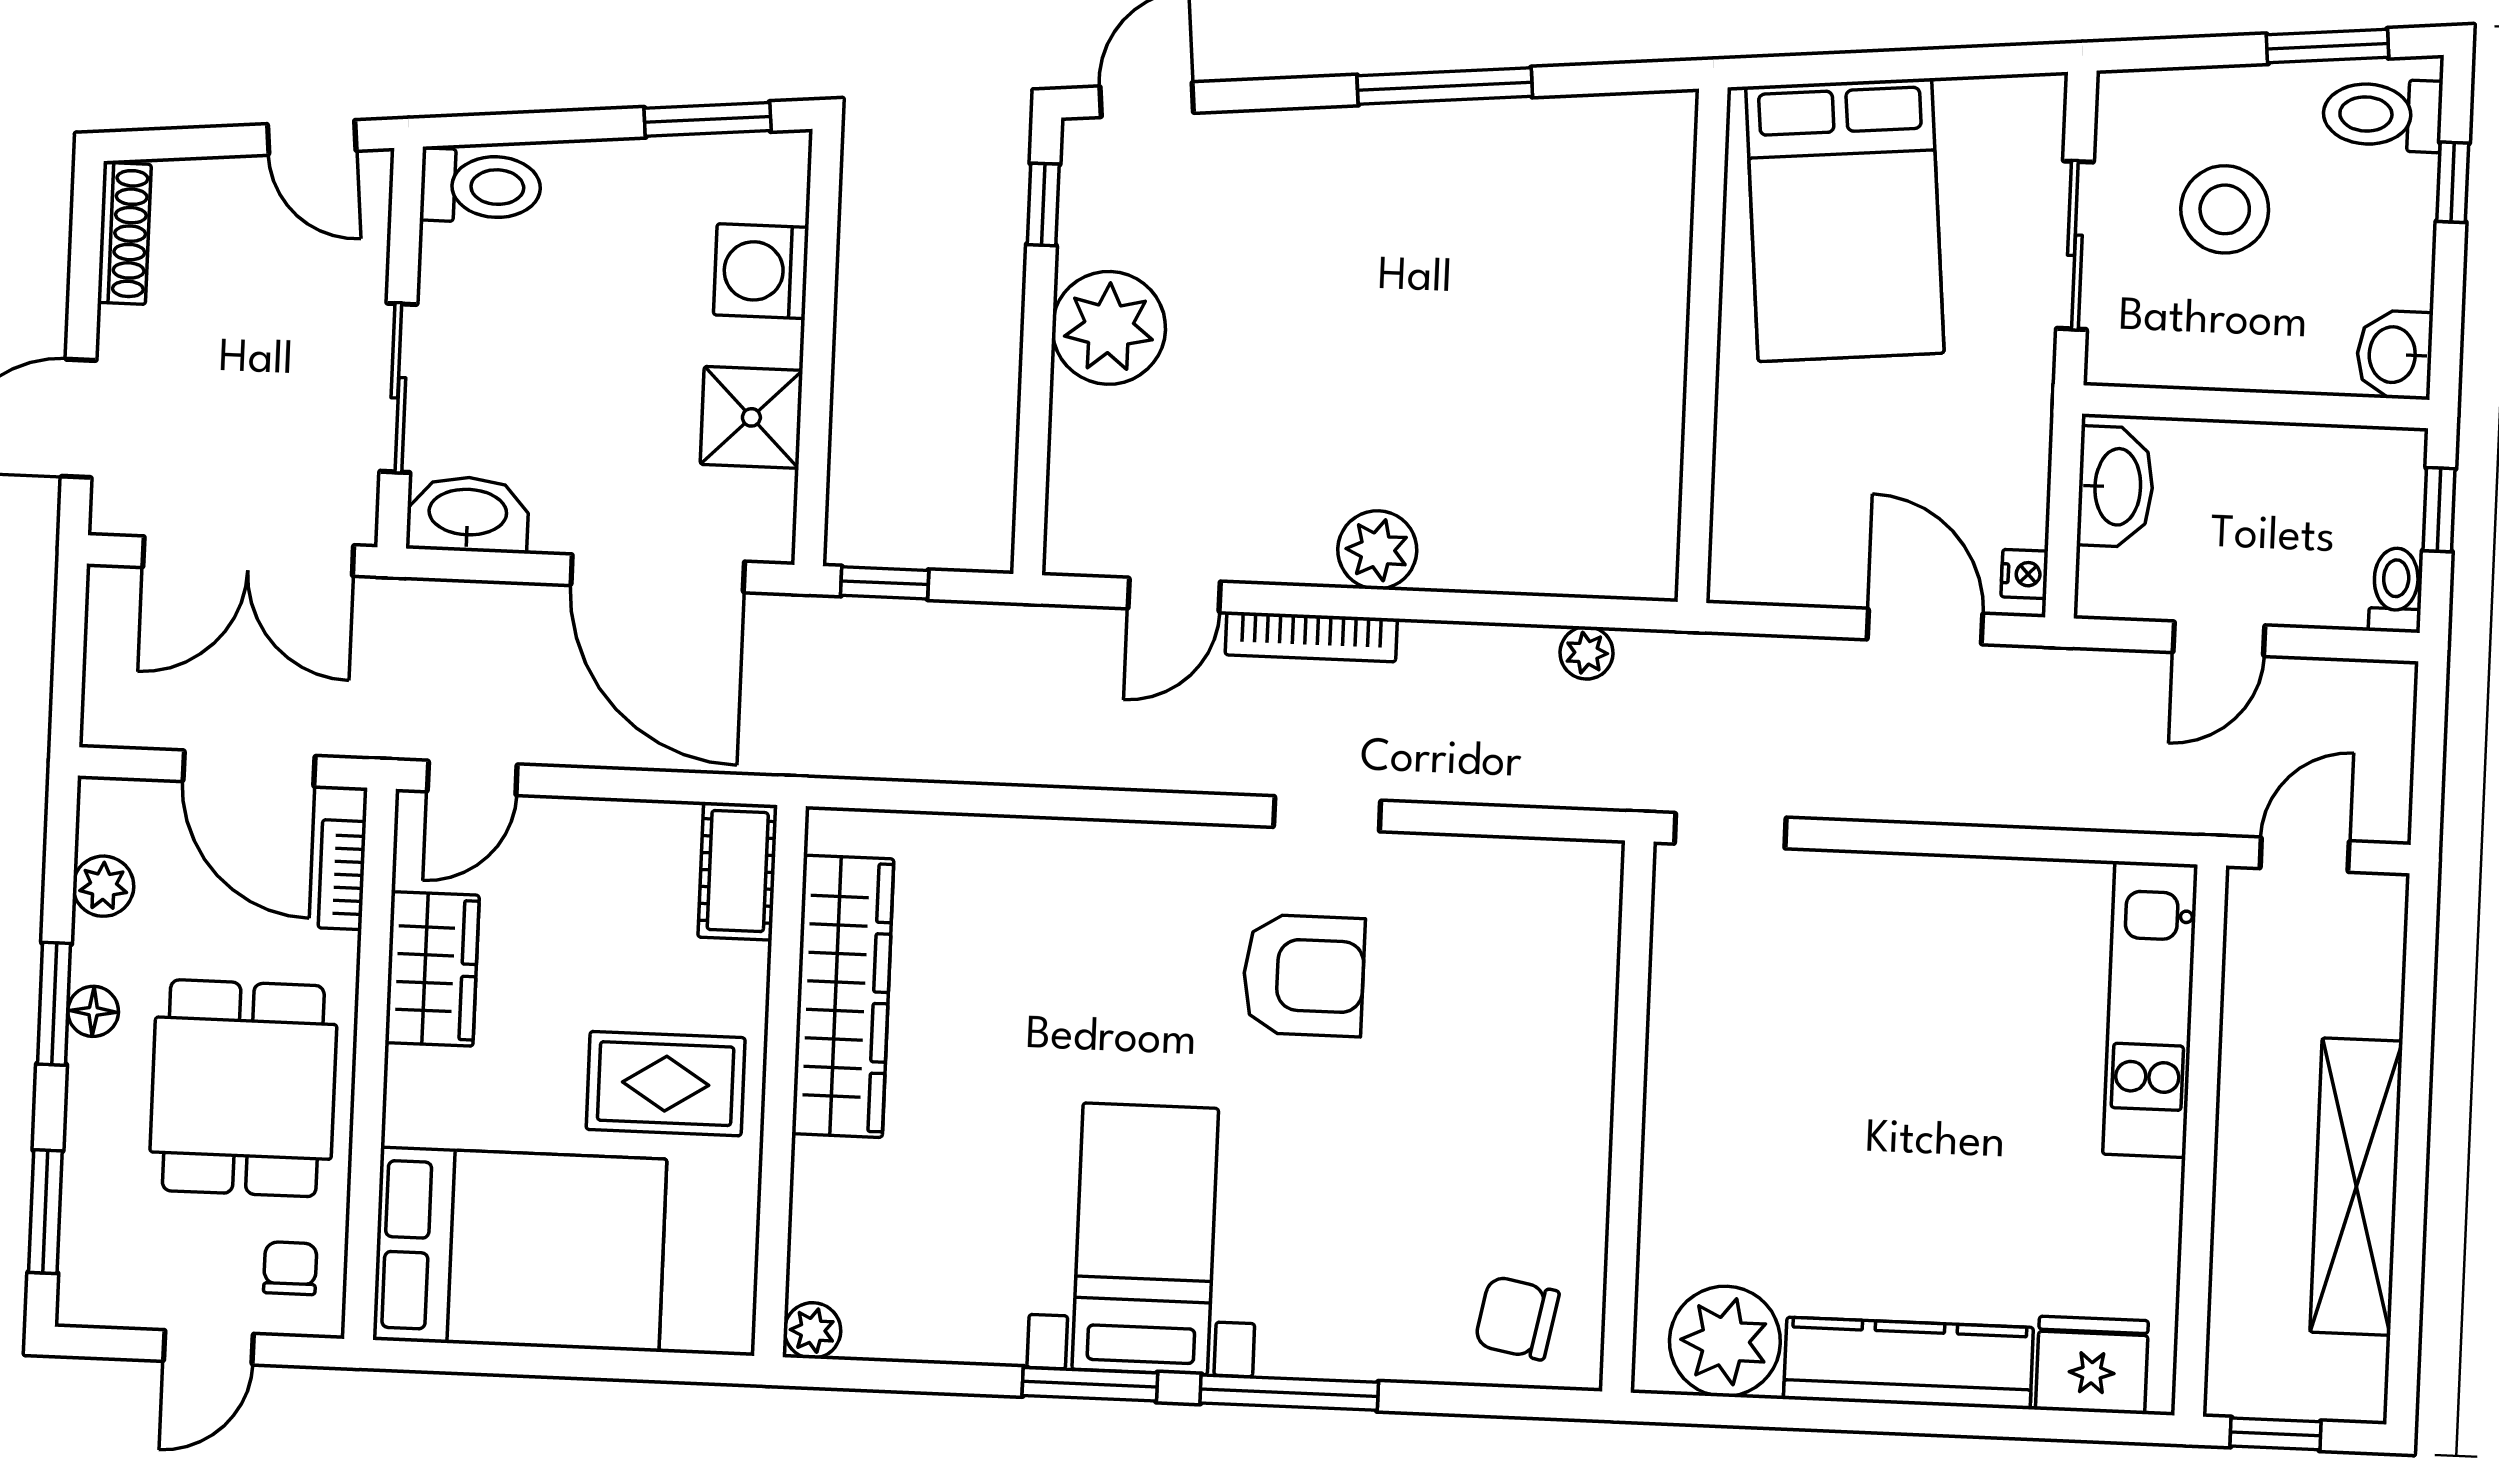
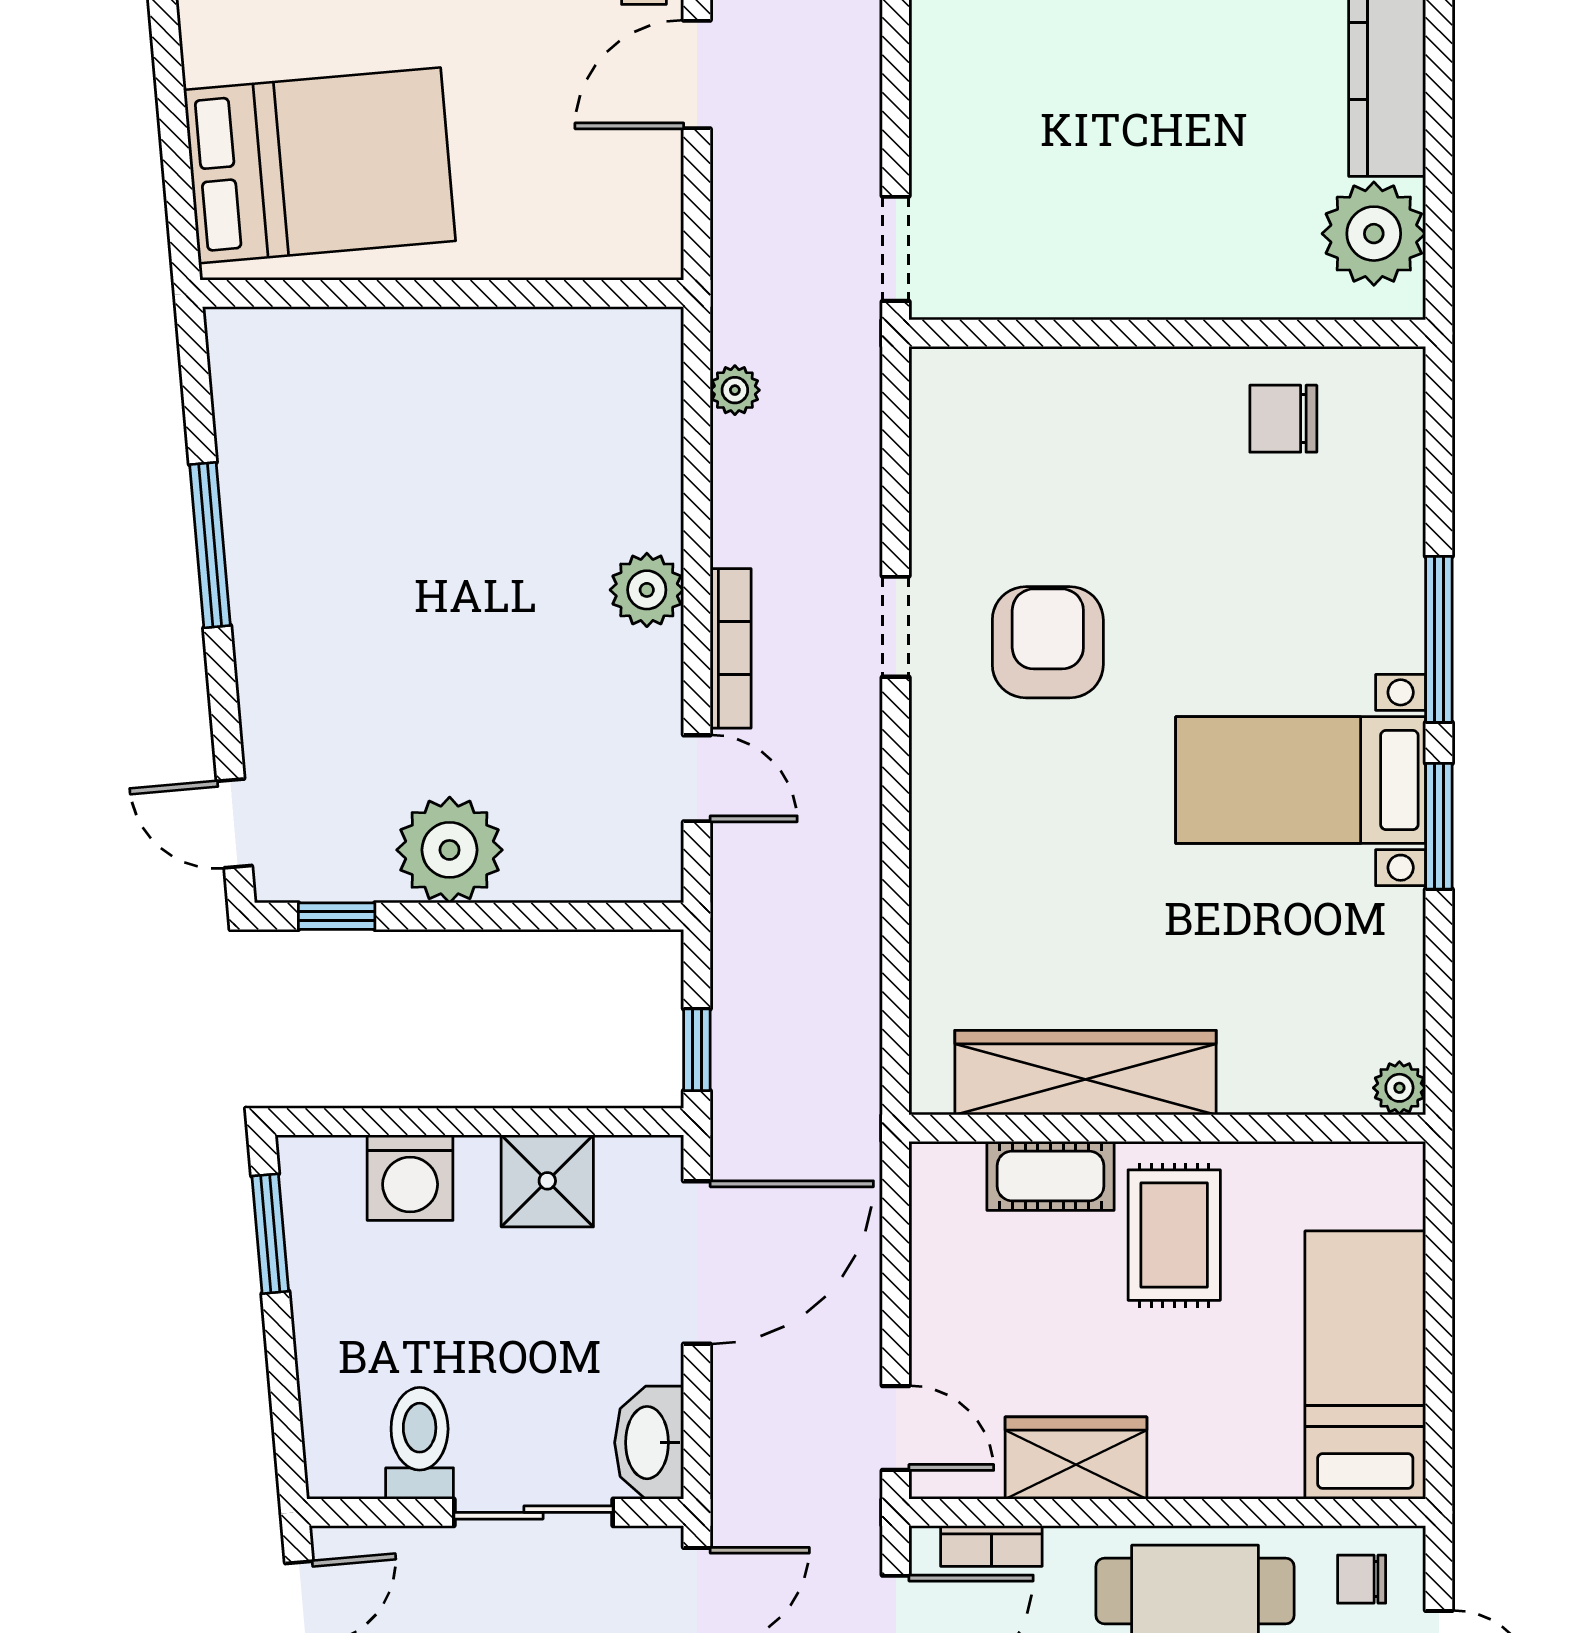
toilet: (481, 186) -> (420, 1443), moved
cot: (738, 871) -> (1050, 1176), moved
bed: (520, 1249) -> (1365, 1365), width x0.67
chair: (1517, 1318) -> (1283, 419), moved, turned 79

